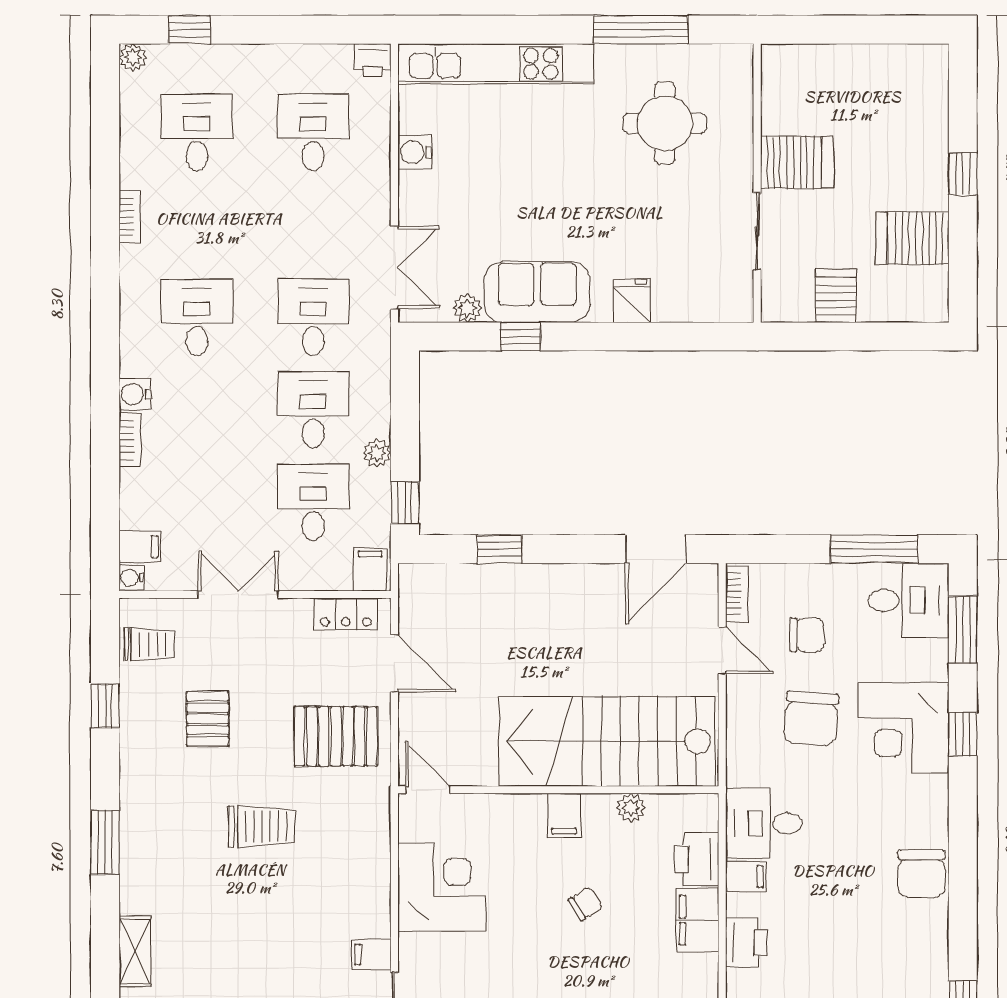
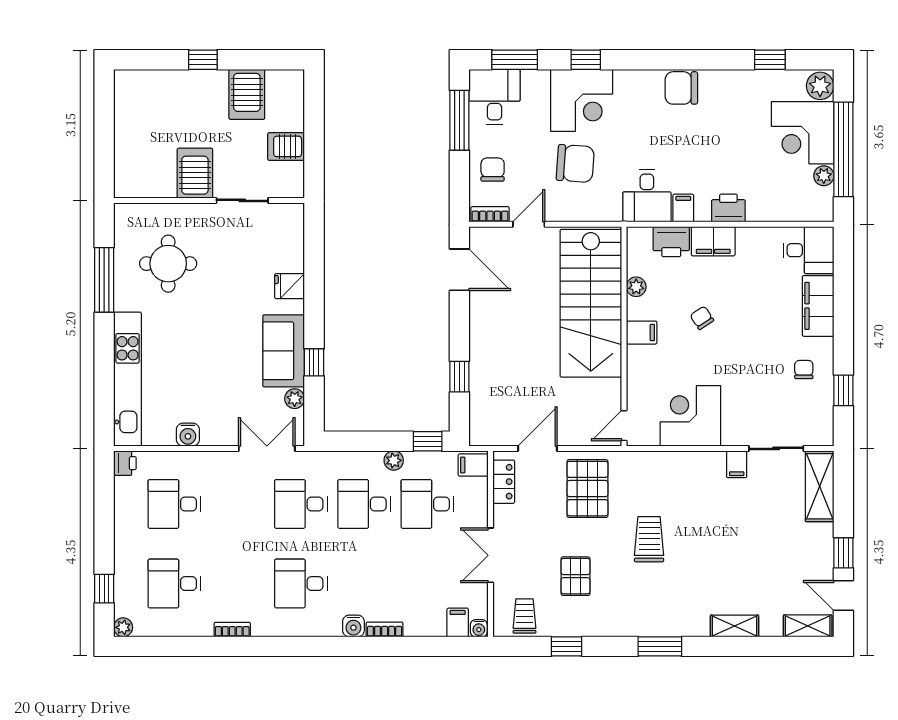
chair: (807, 635) -> (493, 170), moved
pallet: (208, 719) -> (575, 576), turned 90
chair: (922, 874) -> (681, 88), turned 180

